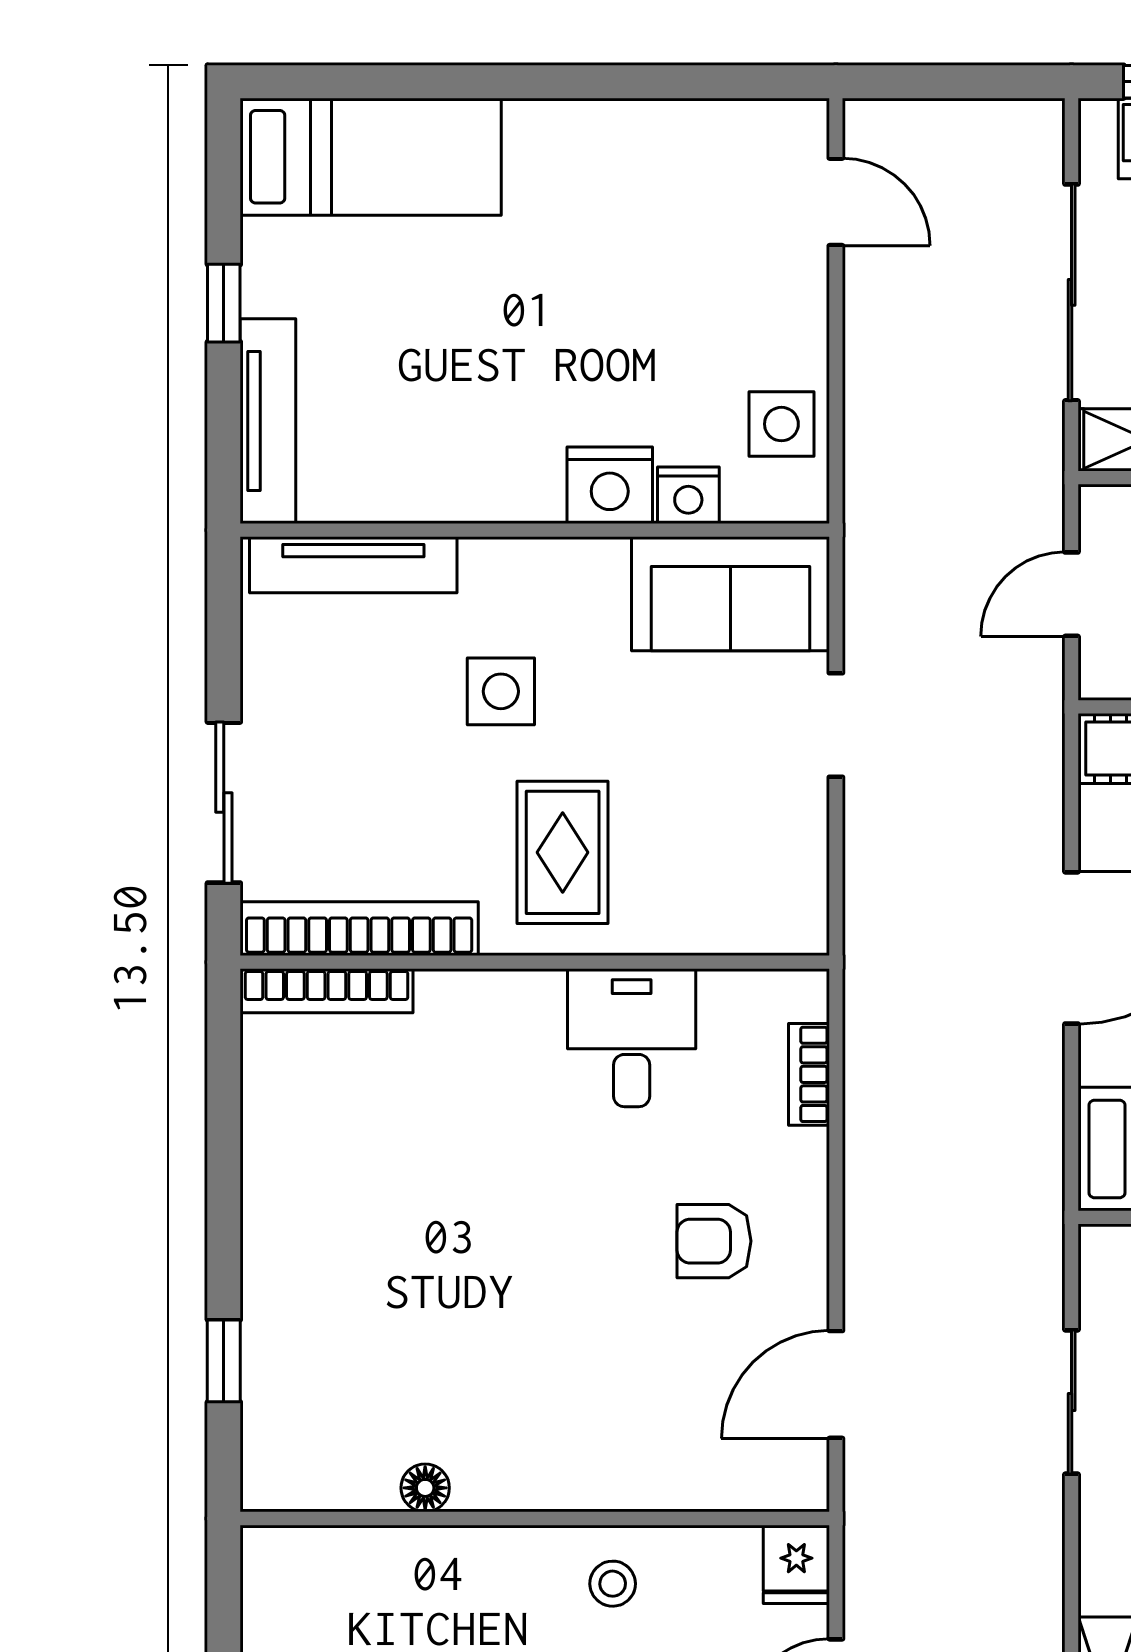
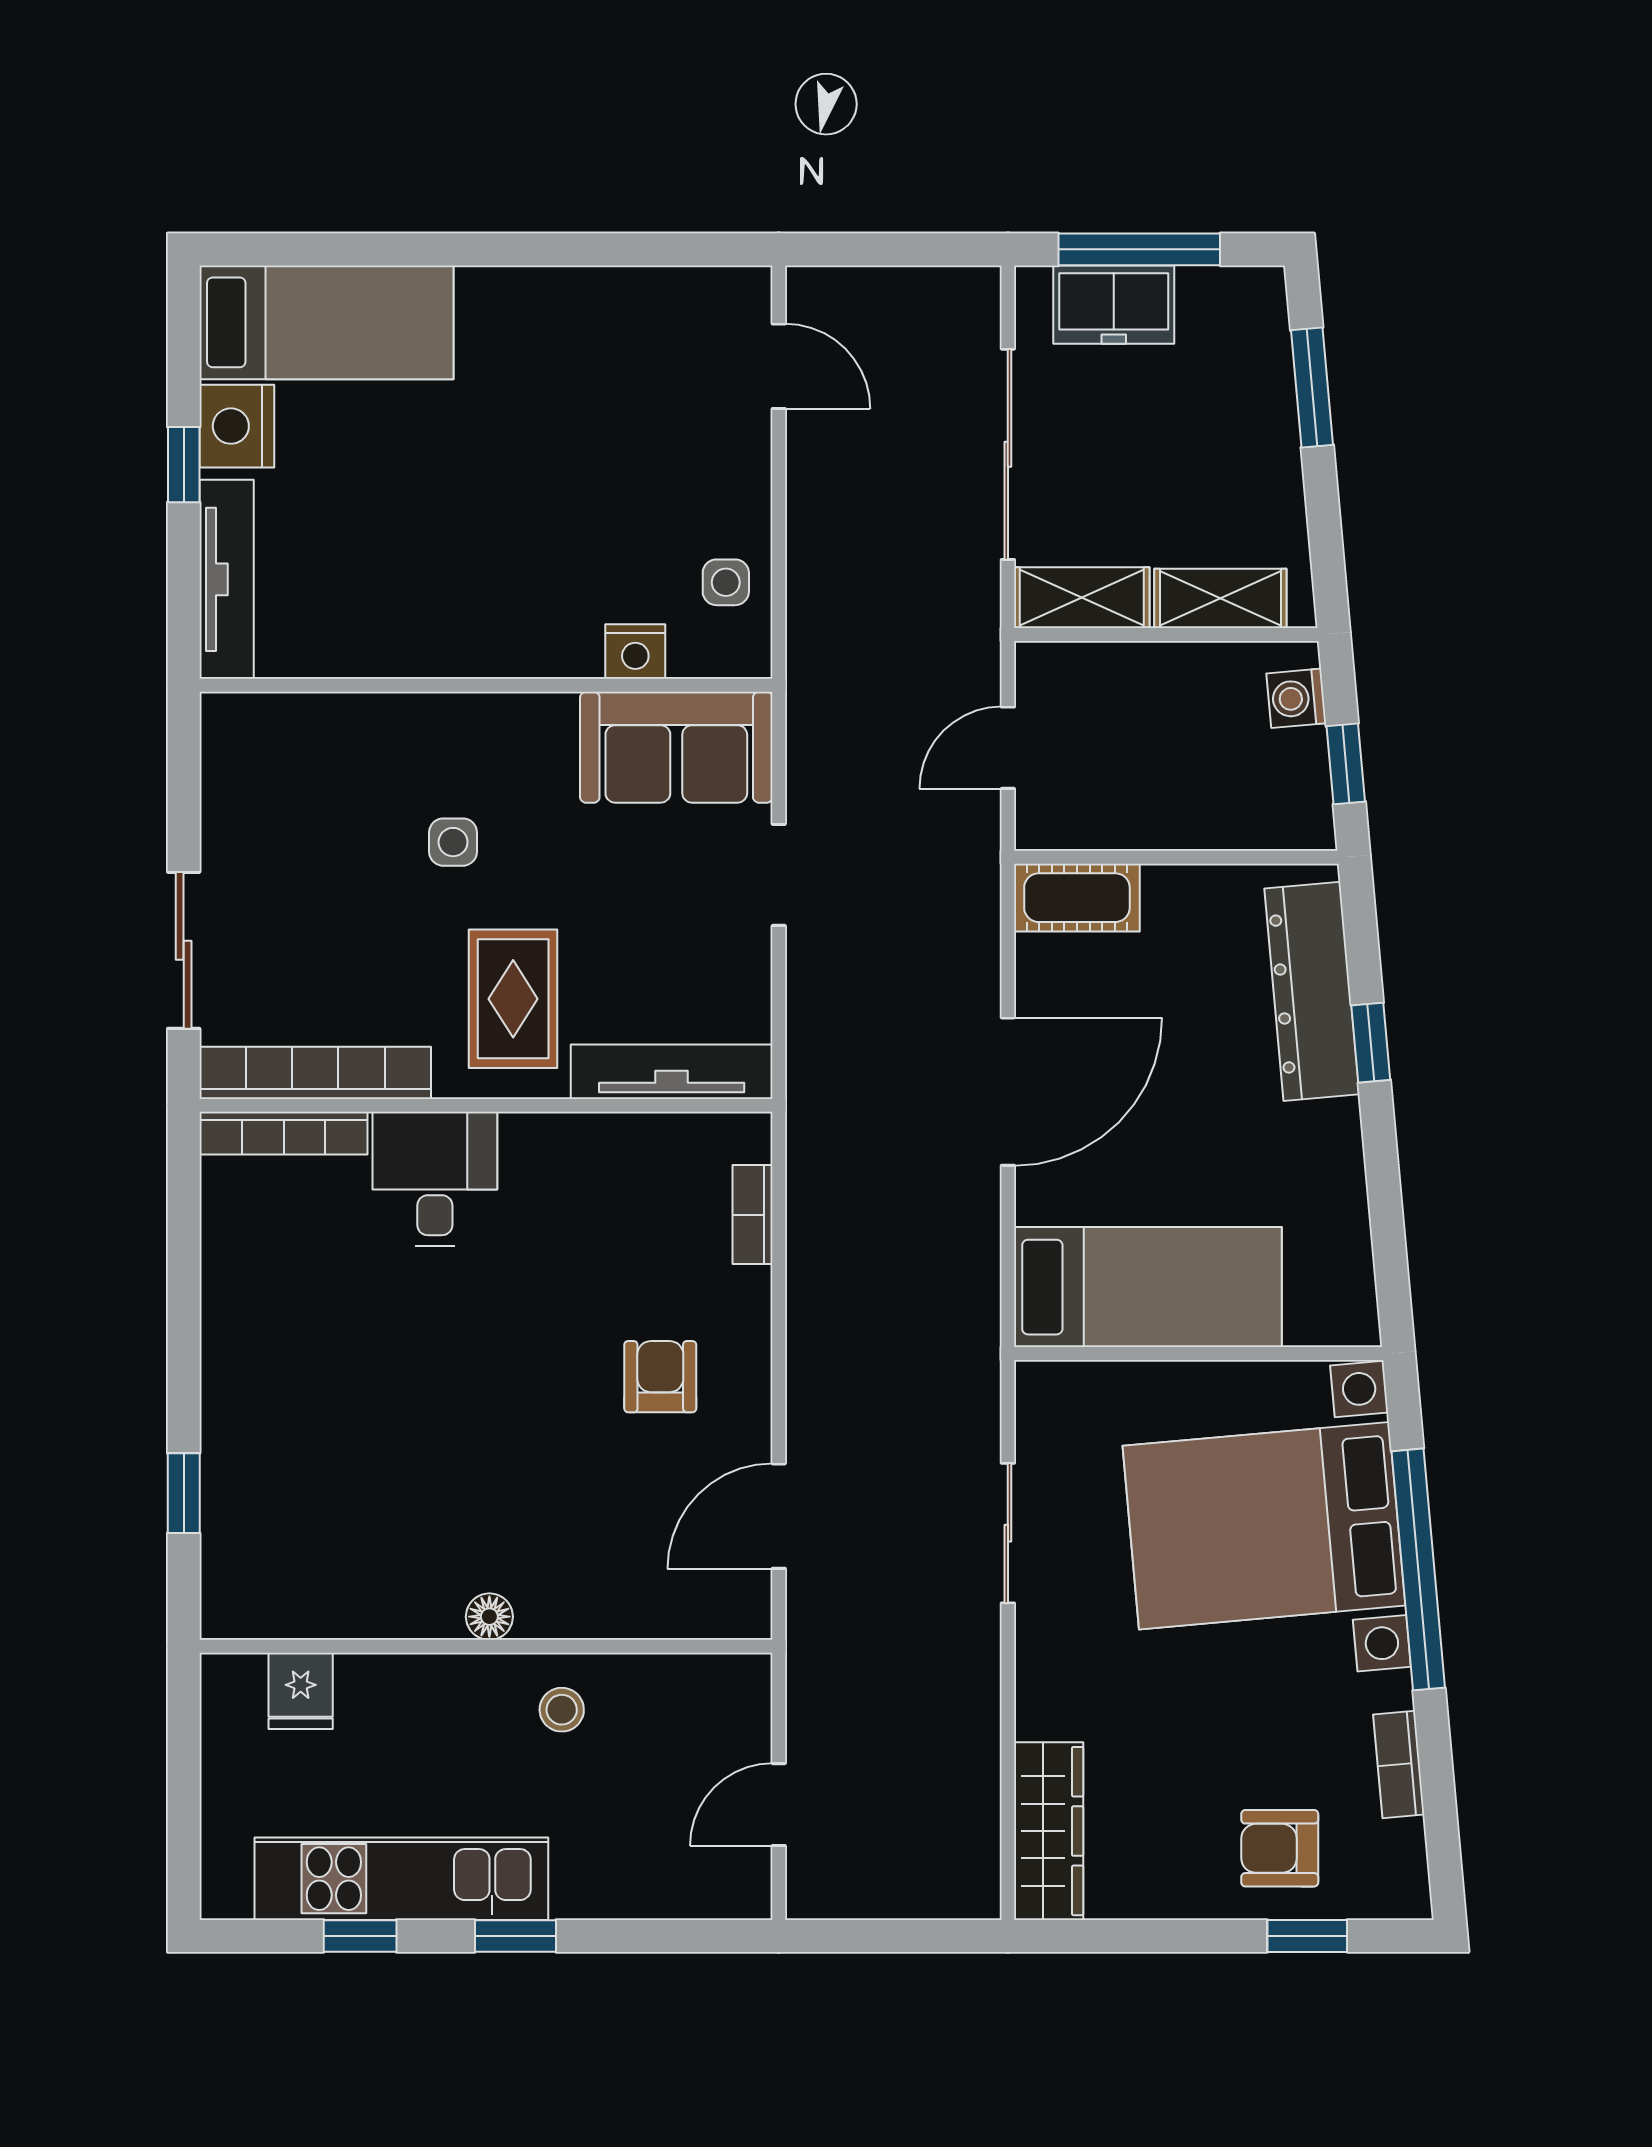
side table: (781, 424) -> (726, 582), width x0.73, depth x0.73
nightstand: (610, 485) -> (237, 426), moved, turned 90
tv unit: (353, 565) -> (672, 1072), moved, turned 180
side table: (501, 691) -> (453, 842), width x0.73, depth x0.73
desk: (632, 1038) -> (435, 1179), moved
armchair: (714, 1241) -> (660, 1377), turned 90
floor lamp: (425, 1488) -> (489, 1617), moved
fridge: (796, 1564) -> (301, 1691), moved

